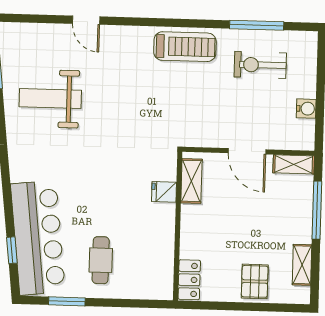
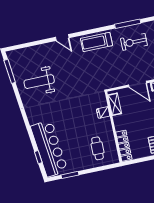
door: (86, 20) -> (62, 38), moved
treadmill: (185, 47) -> (96, 42), turned 180
cafe table: (101, 260) -> (97, 148), moved
locker: (189, 280) -> (124, 146), width x1.53

